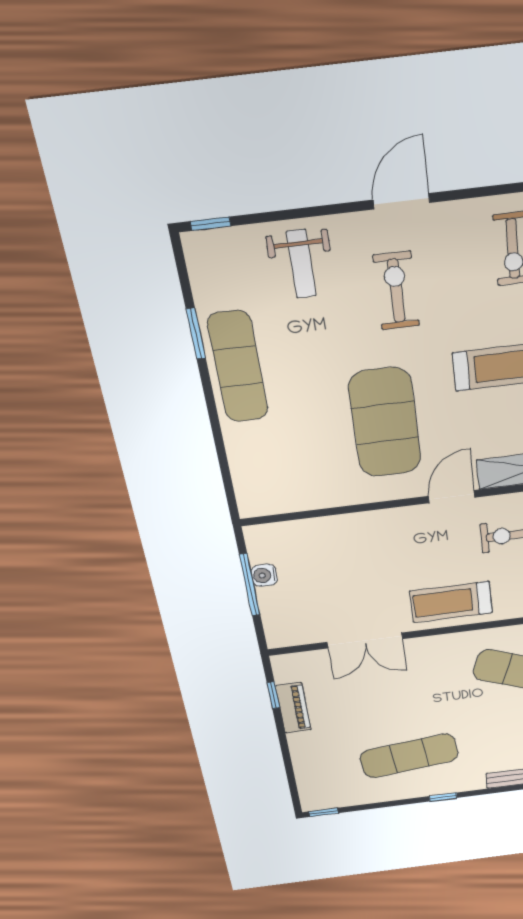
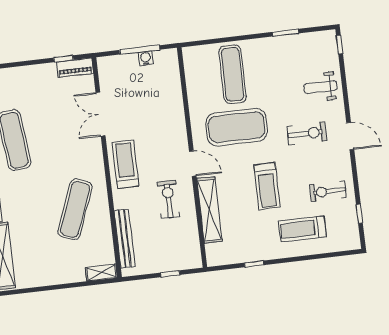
exercise mat: (238, 367) -> (233, 74), moved, turned 90
piano: (293, 708) -> (75, 68), moved

